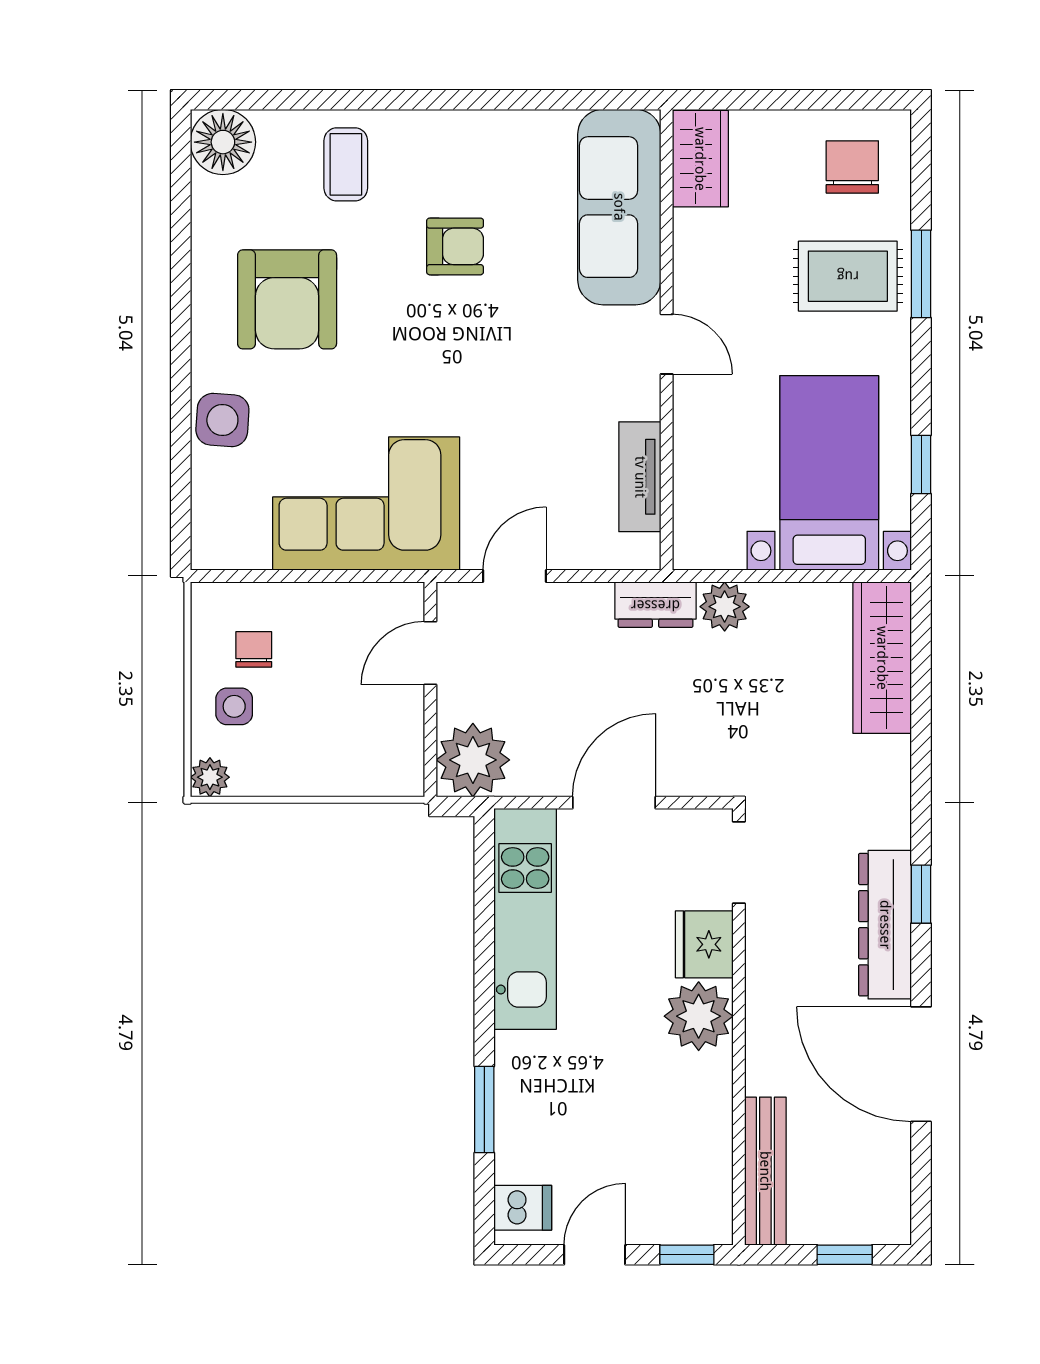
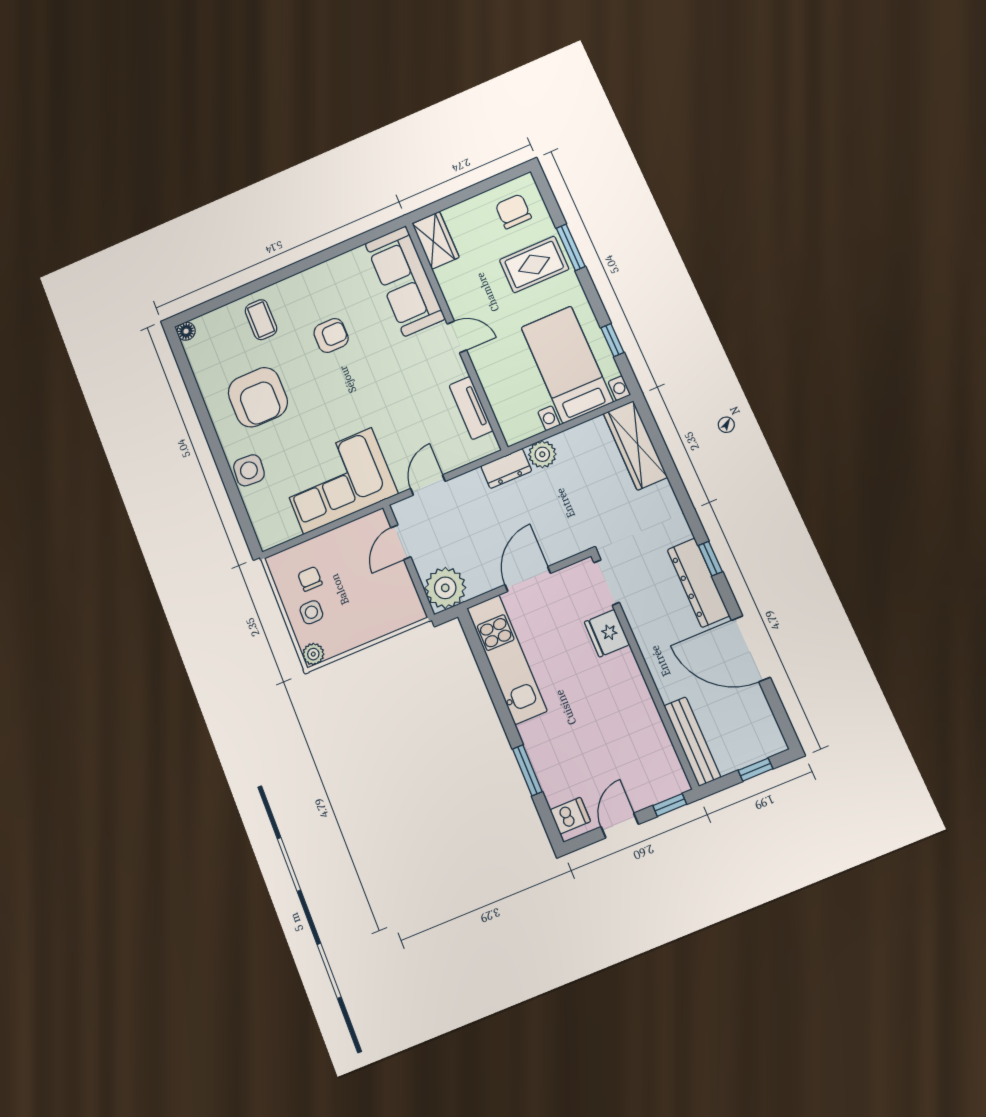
floor lamp: (223, 142) -> (186, 331), width x0.53, depth x0.53
plant: (699, 1016) -> (620, 673), removed

